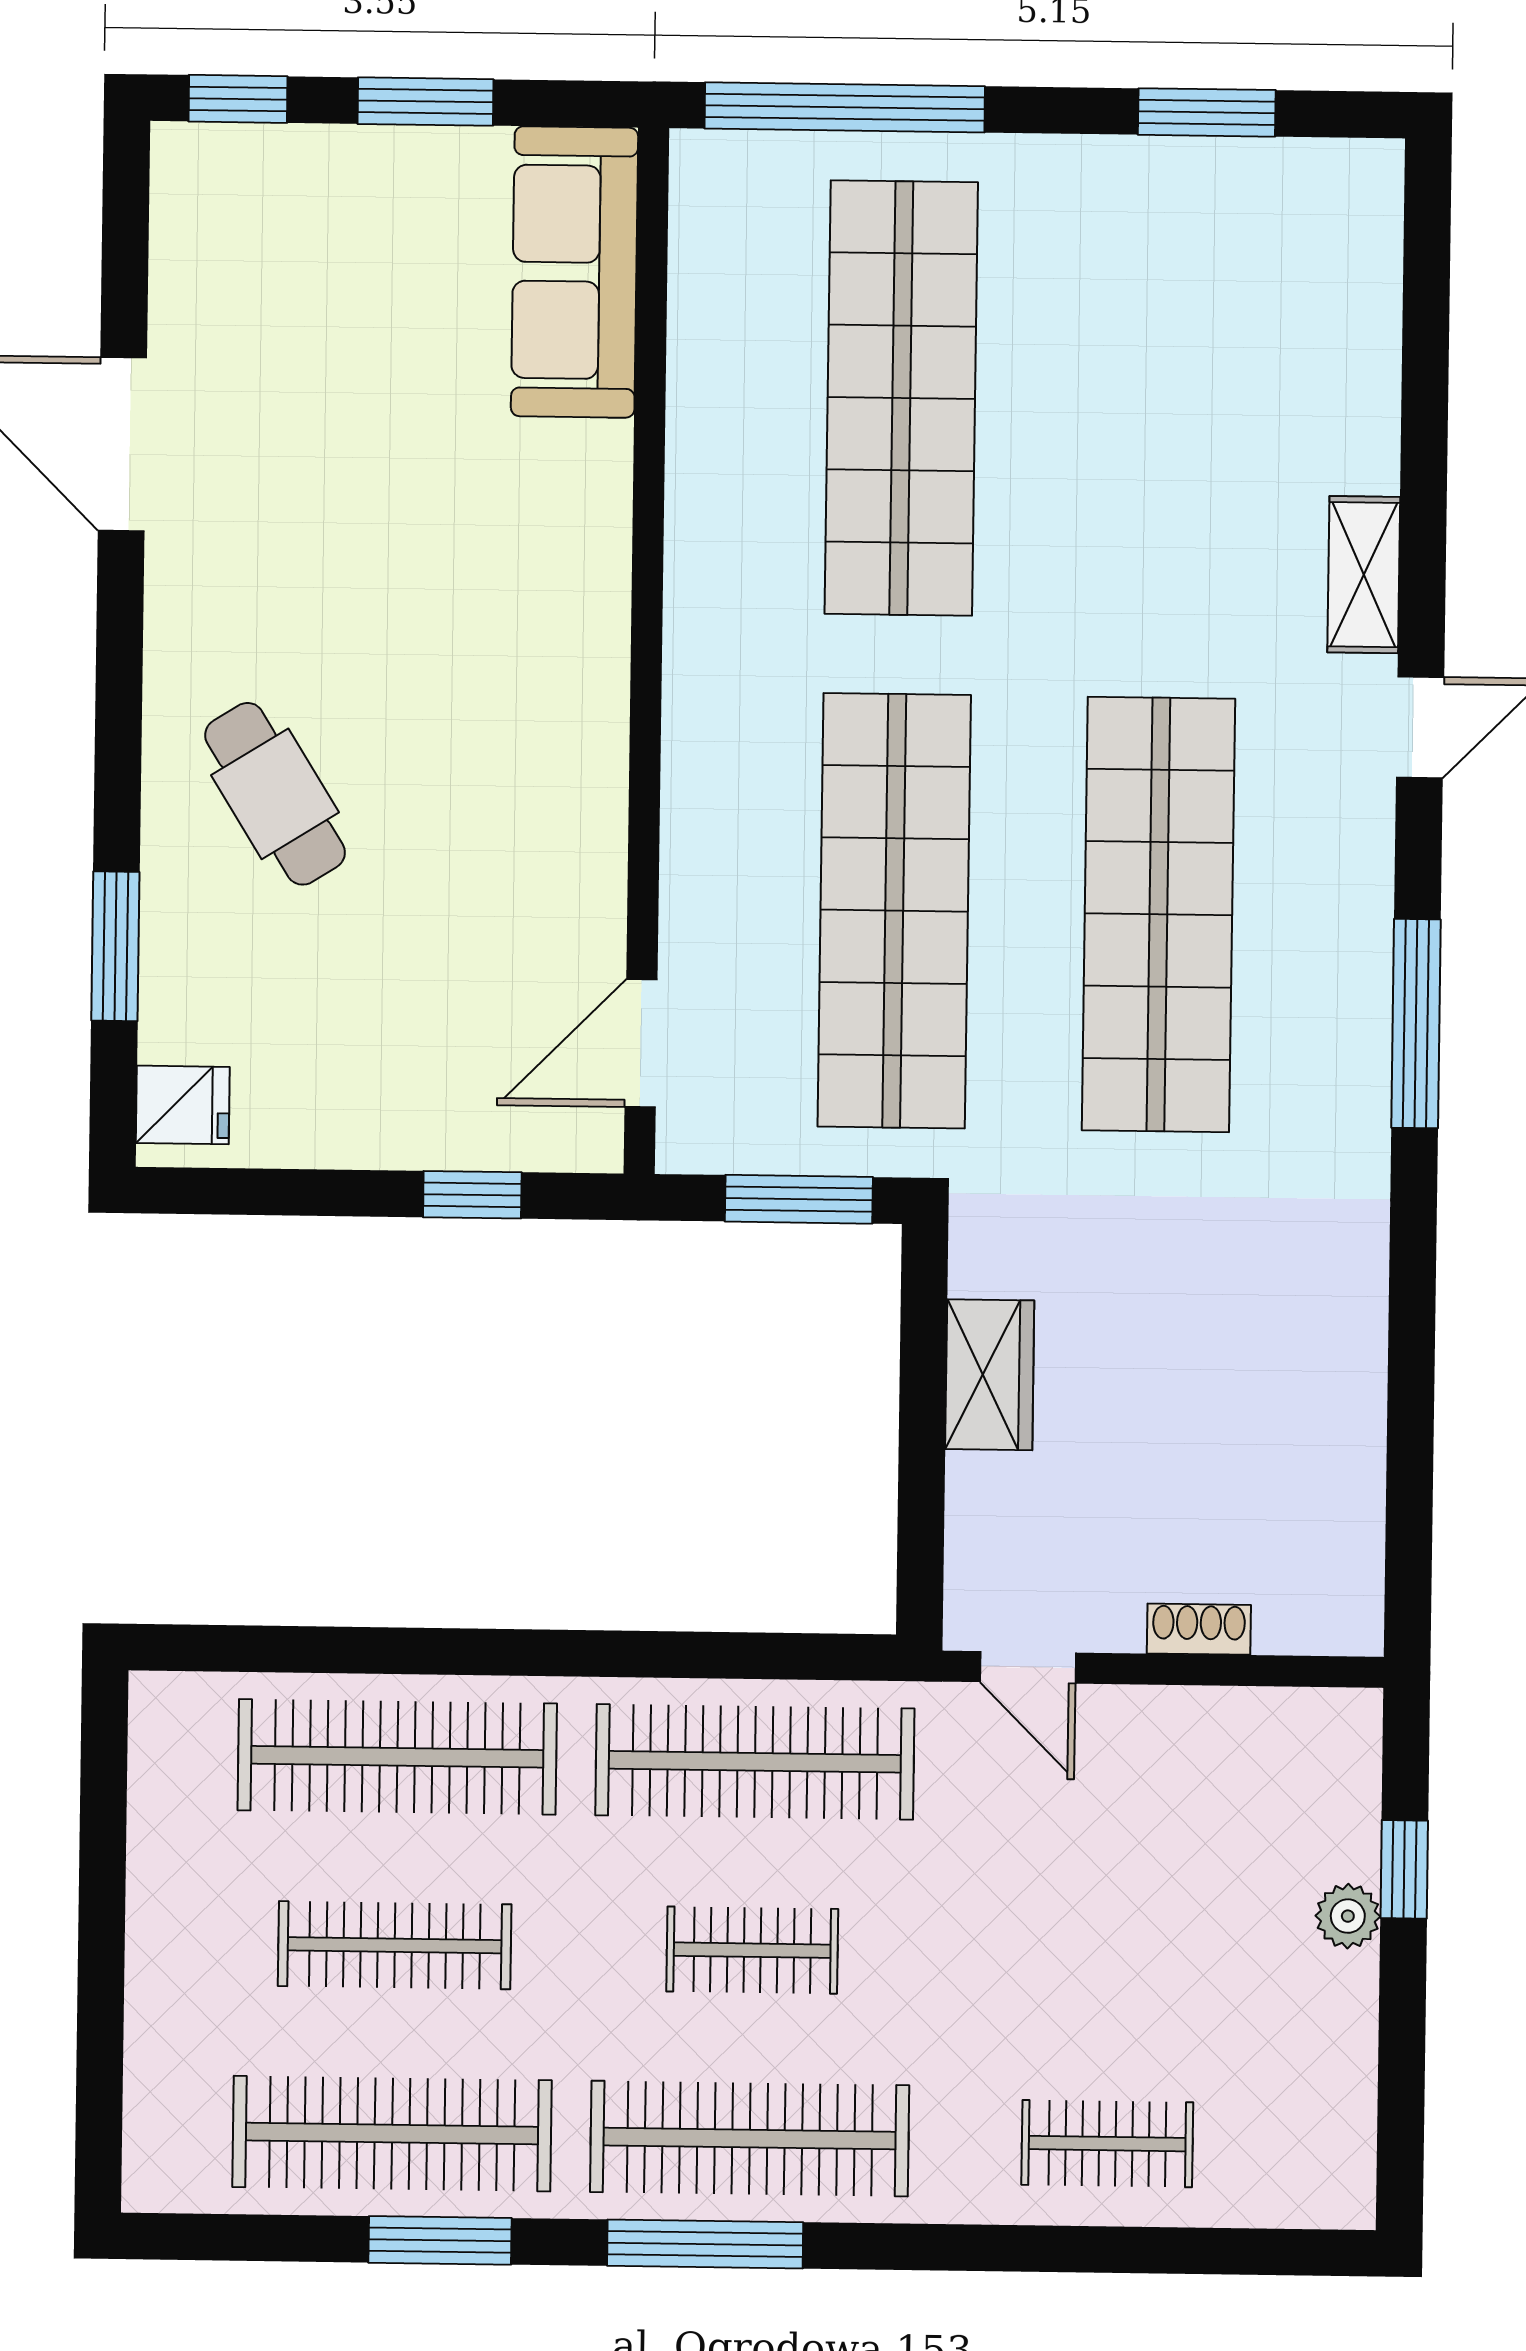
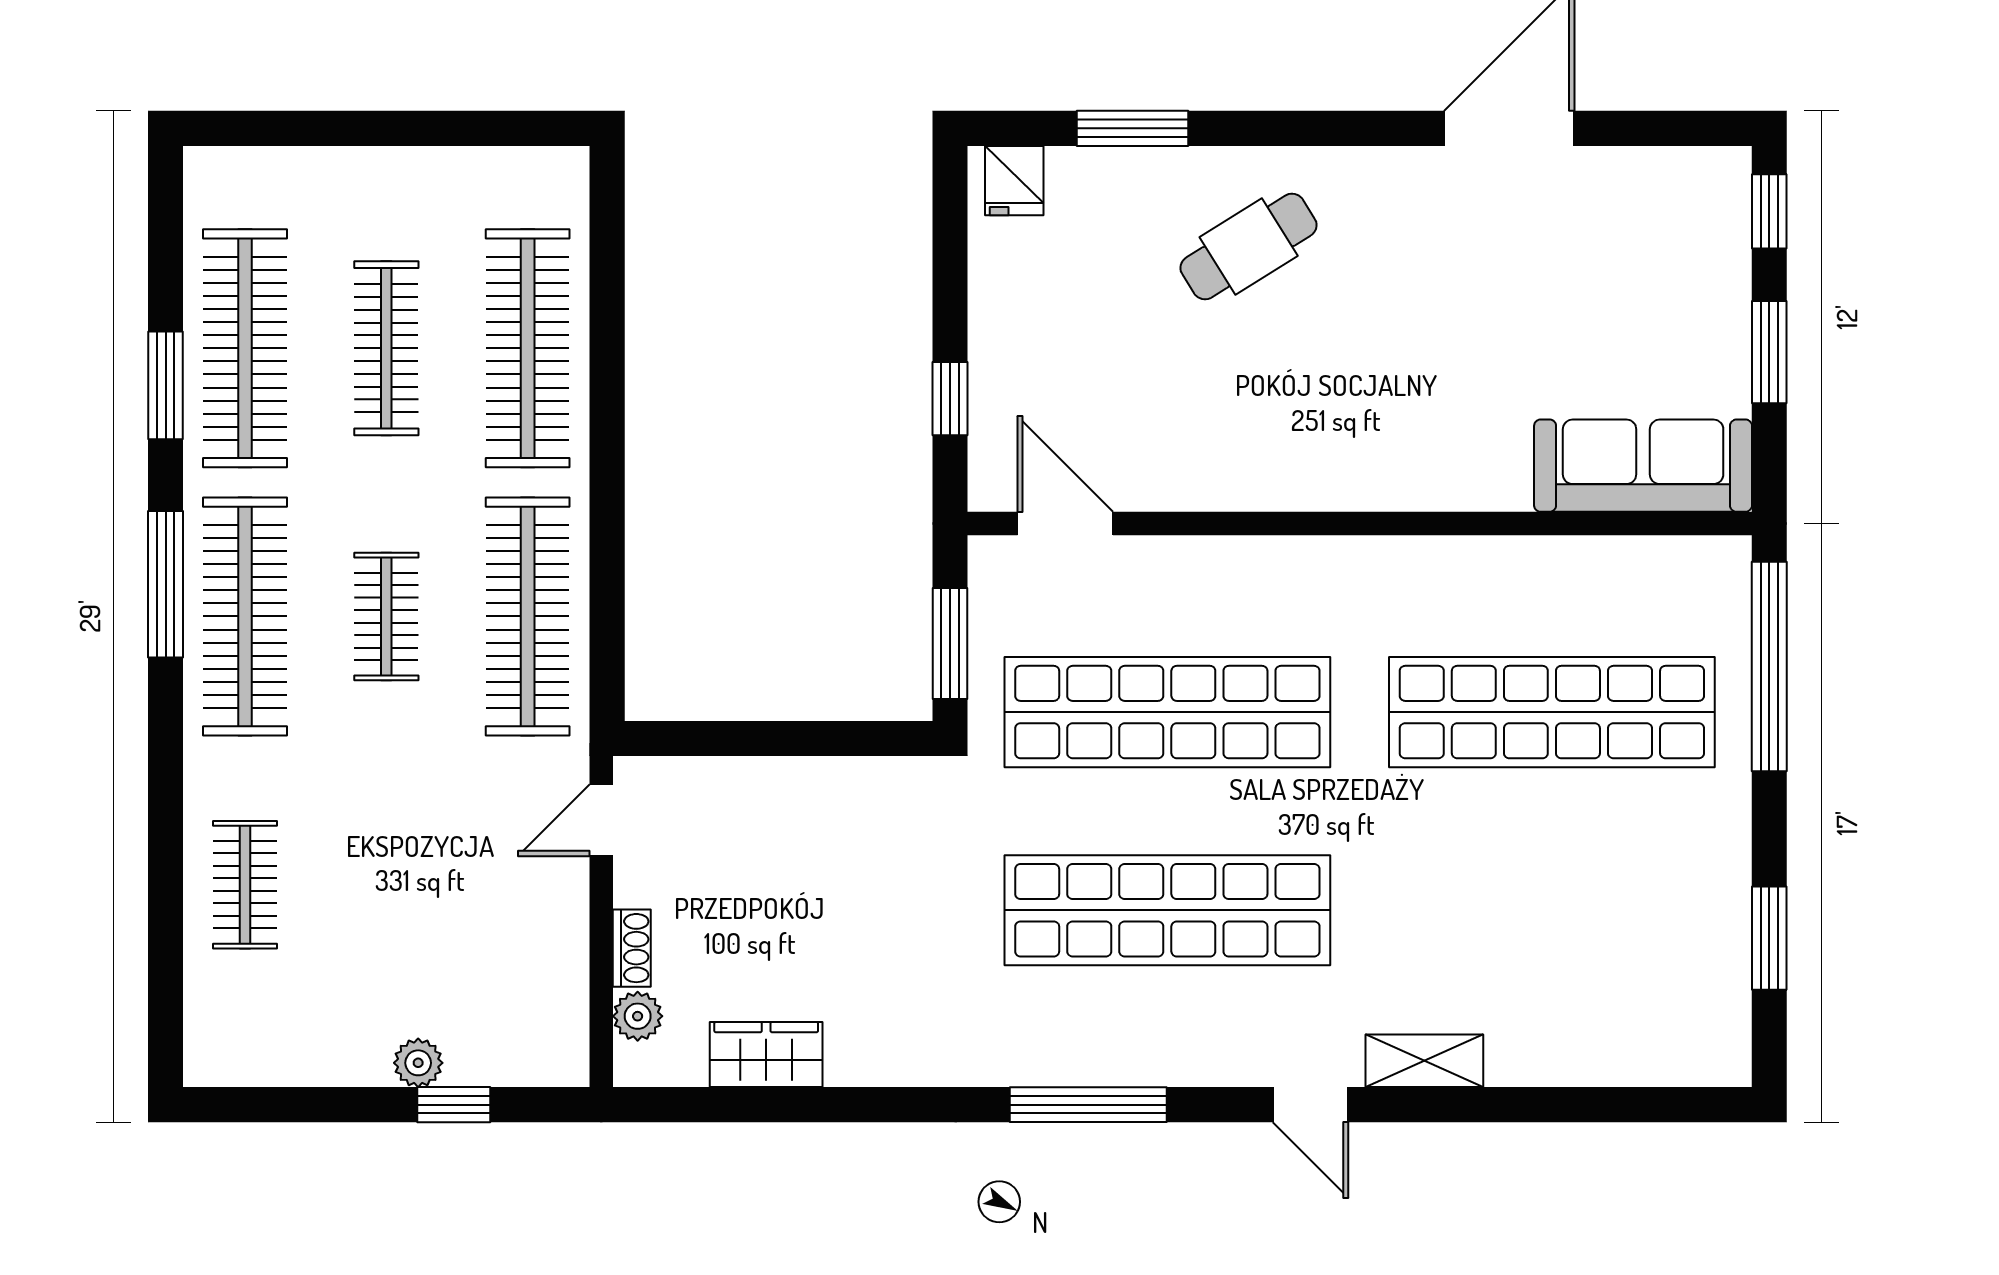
wardrobe: (990, 1375) -> (766, 1055), moved, turned 180
plant: (1290, 1623) -> (638, 1016), added

